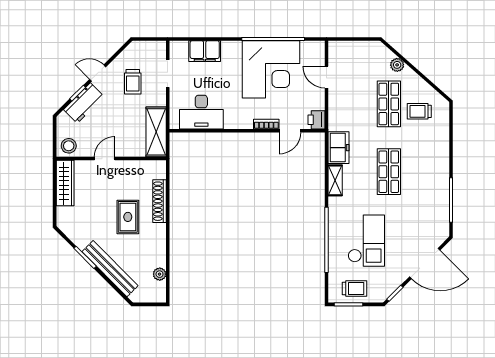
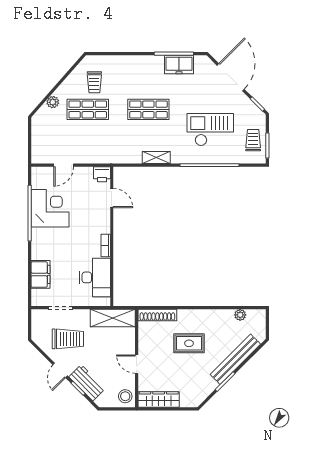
corner desk: (271, 69) -> (50, 208), width x0.74, depth x0.74
trolley: (133, 82) -> (68, 339), width x1.36, depth x1.39
bookcase: (266, 124) -> (106, 246), moved
freezer: (339, 148) -> (179, 64), moved, turned 180
shoe rack: (159, 201) -> (157, 315), moved

